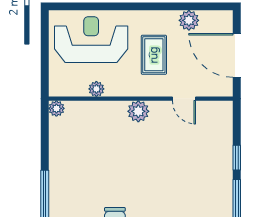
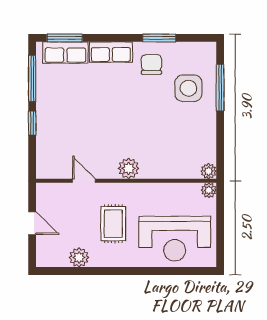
door: (237, 55) -> (32, 223), width x0.53
plant: (96, 89) -> (209, 190), moved
side table: (77, 193) -> (188, 88), added

